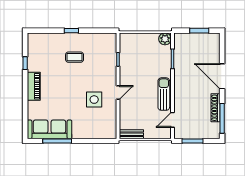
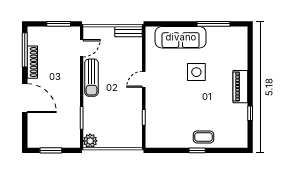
coffee table: (75, 57) -> (204, 137), moved
side table: (94, 100) -> (196, 72), moved
sofa: (49, 129) -> (181, 37), moved

